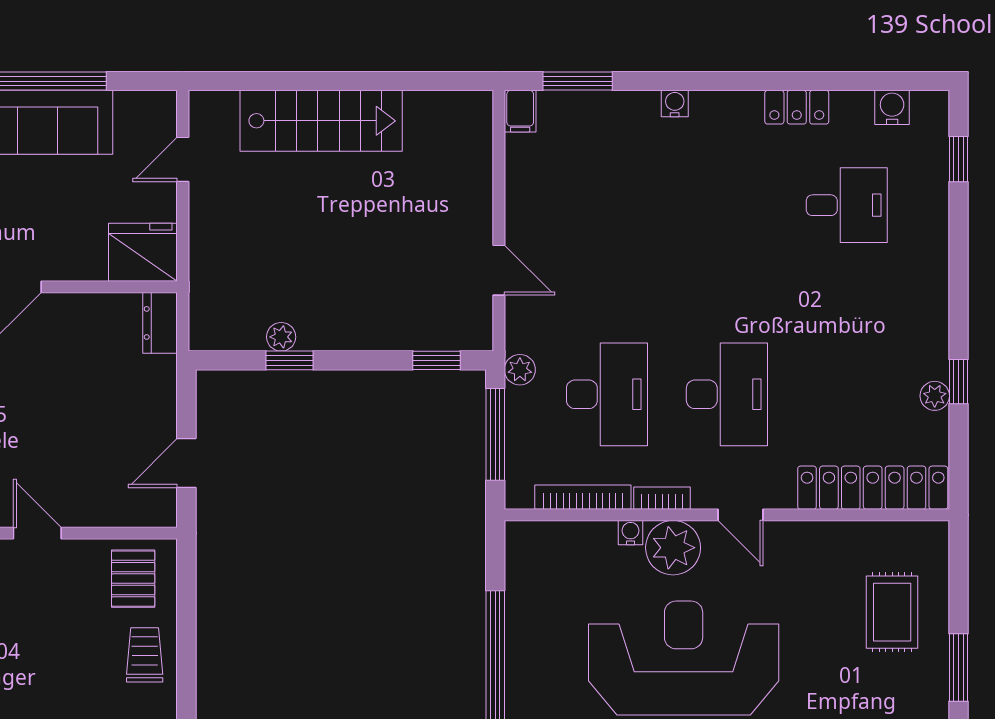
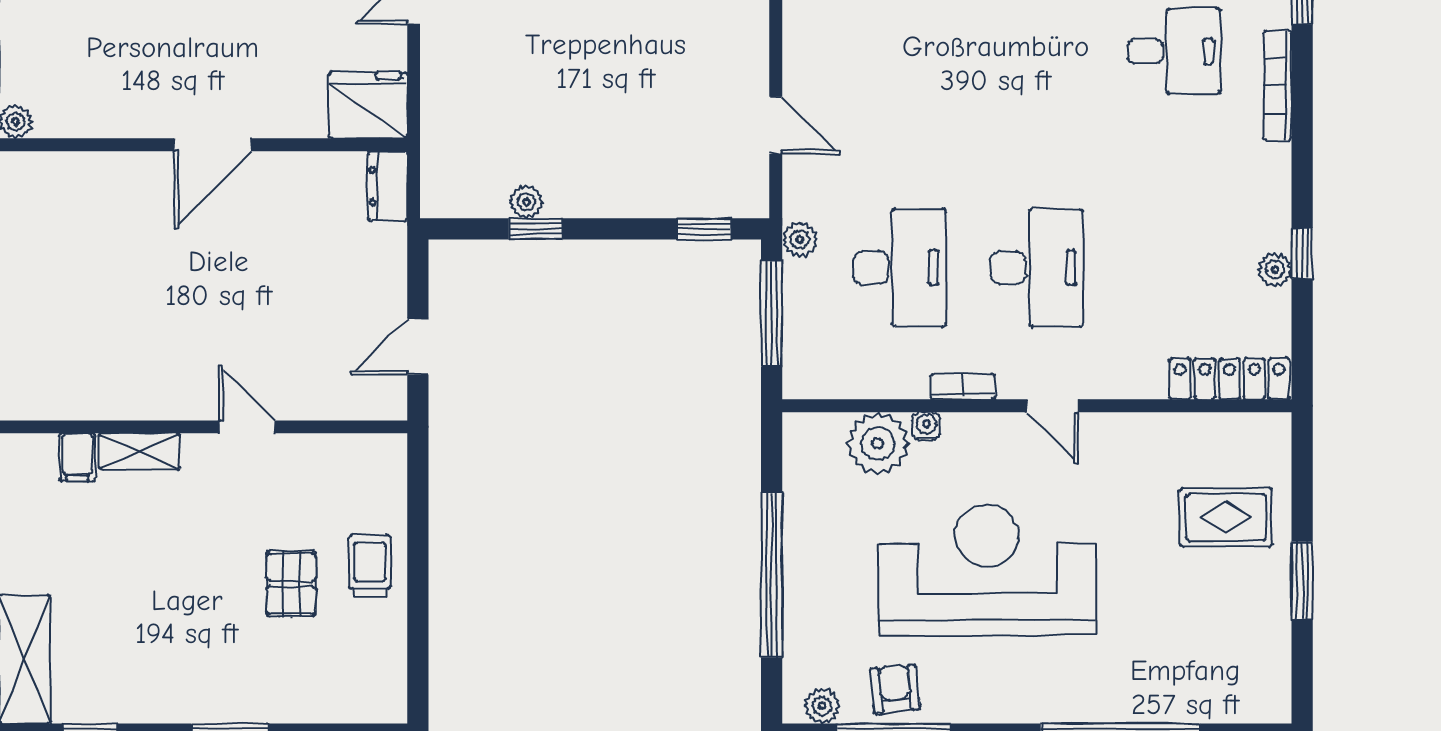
locker: (873, 488) -> (1230, 379), width x0.71, depth x0.83
bookcase: (583, 497) -> (1278, 86), moved, turned -90
plant: (673, 548) -> (878, 443), moved
pallet: (133, 579) -> (291, 584), moved
rug: (892, 612) -> (1226, 517), turned 90

